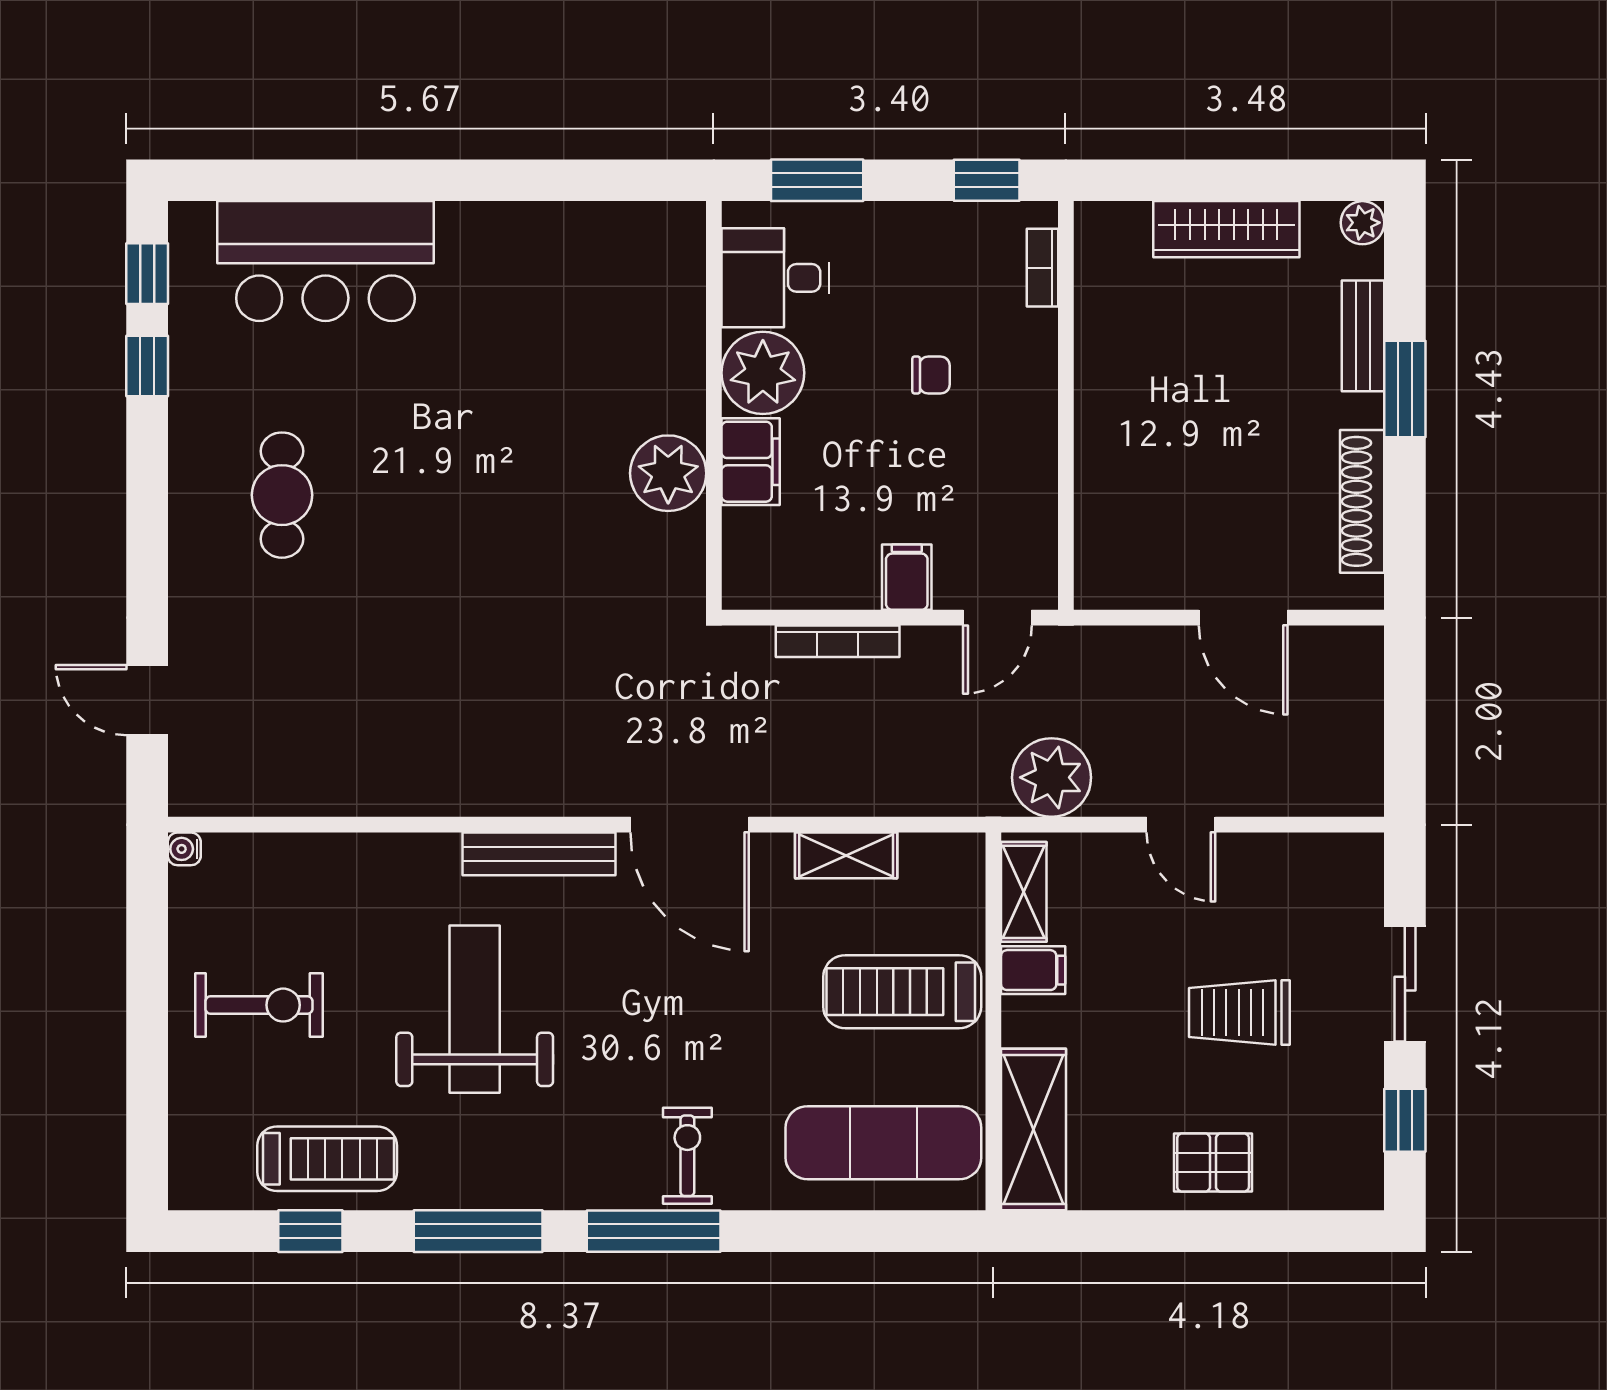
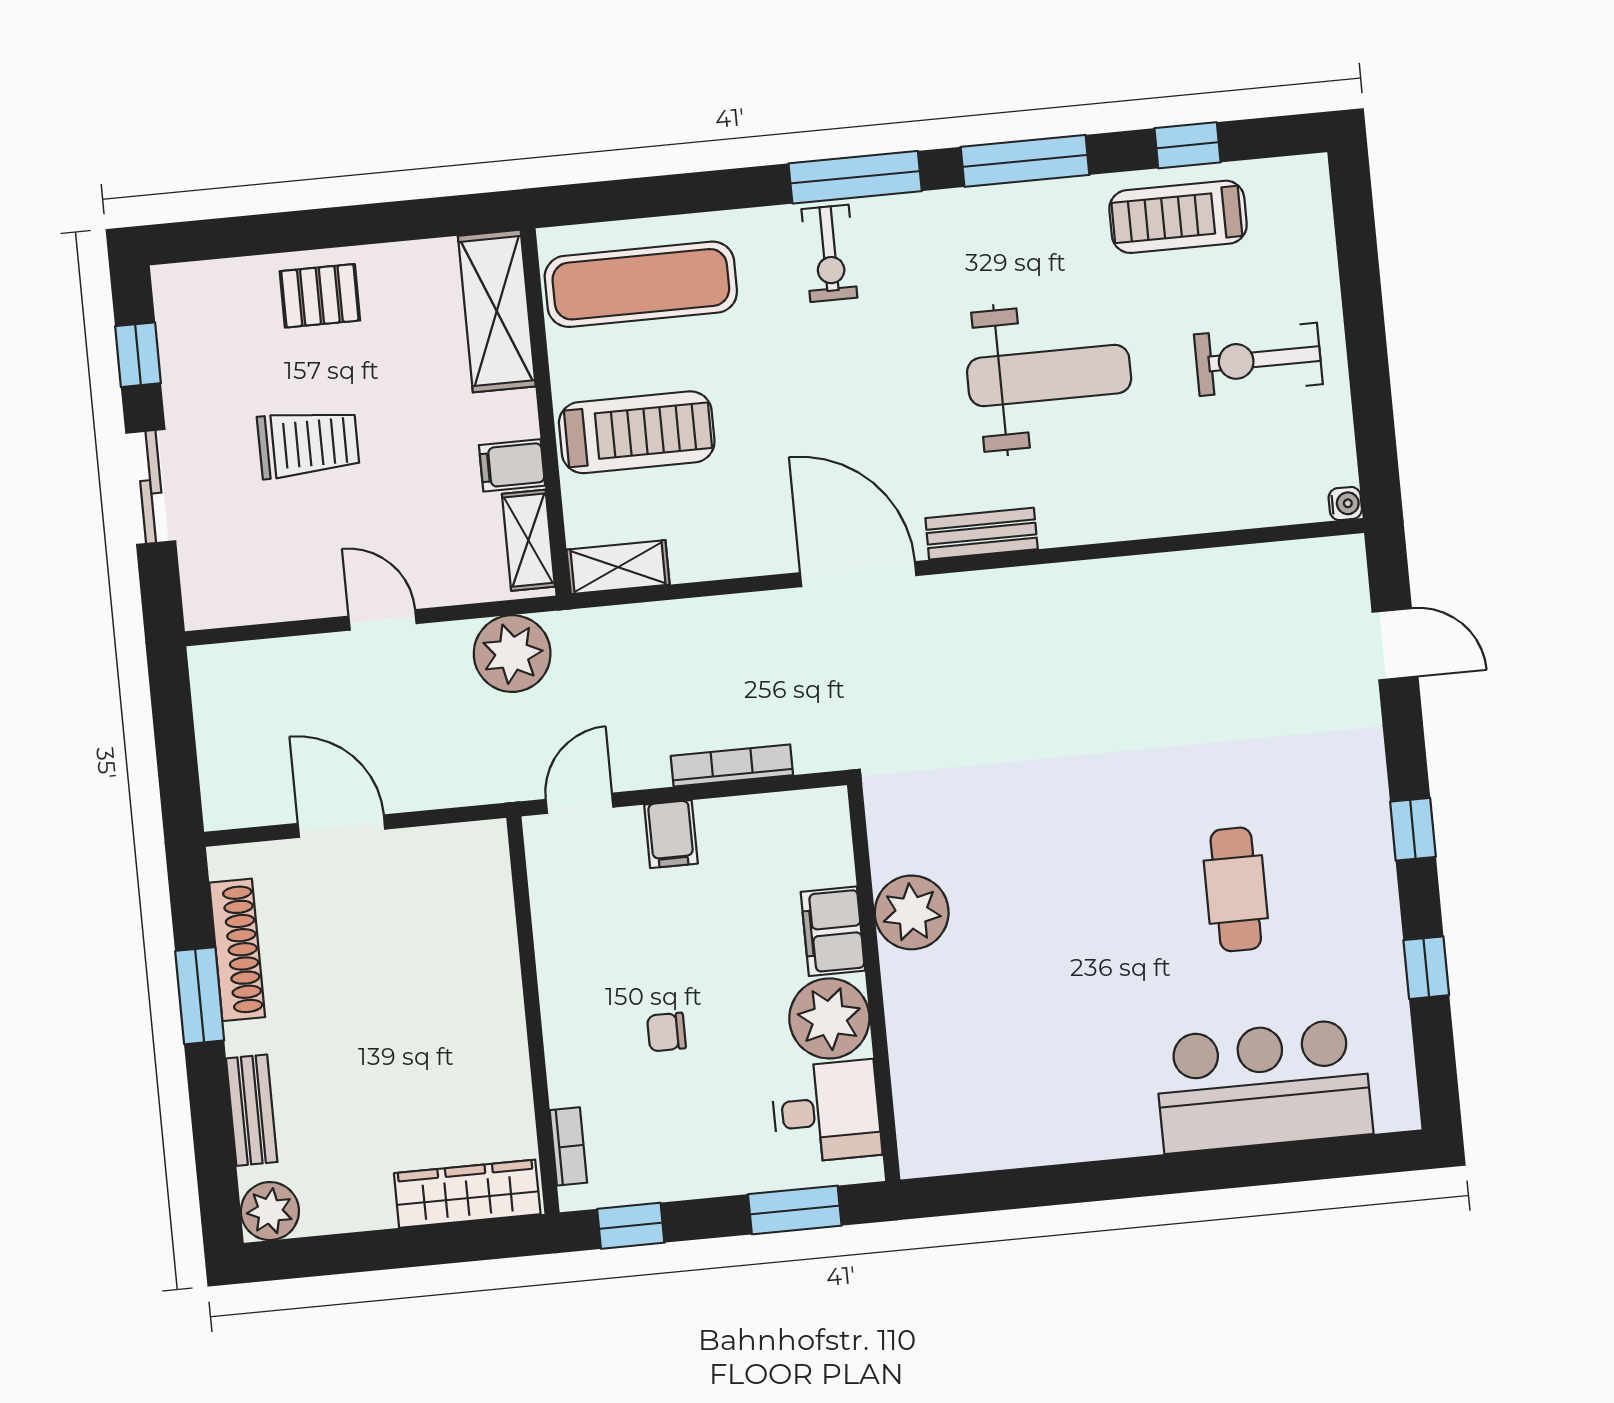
plant: (1362, 223) -> (270, 1211), width x1.38, depth x1.38
wardrobe: (1226, 229) -> (467, 1194), moved
window: (147, 274) -> (1413, 829), moved
window: (1405, 389) -> (200, 996), moved
cafe table: (282, 495) -> (1236, 889), moved
bench: (539, 854) -> (982, 534), width x0.73
shelving: (846, 855) -> (618, 567), moved
weight bench: (475, 1009) -> (1049, 375), turned -90

